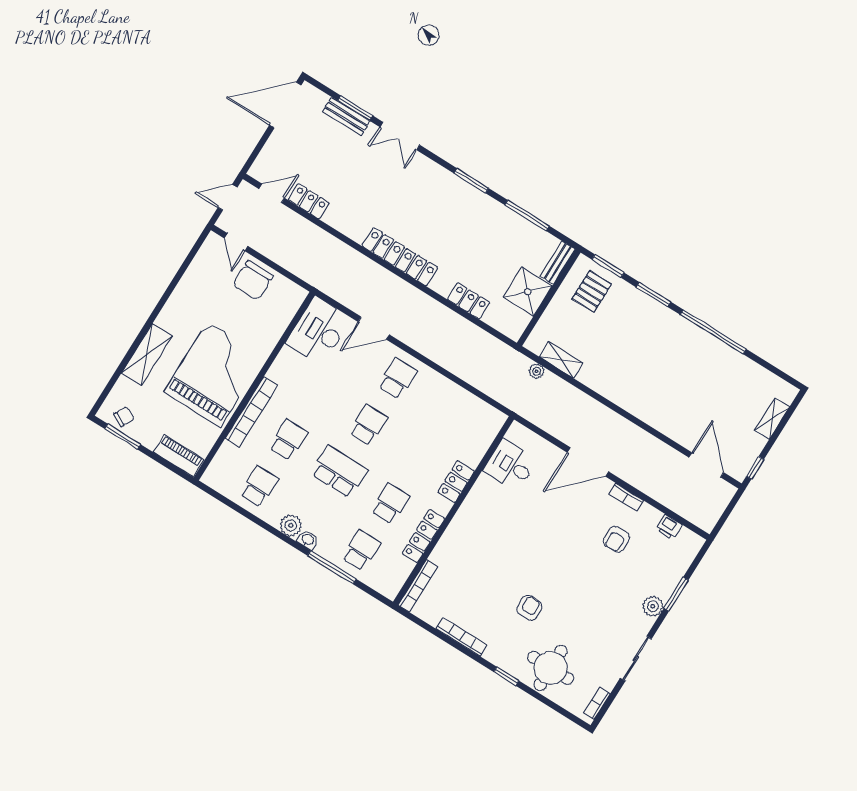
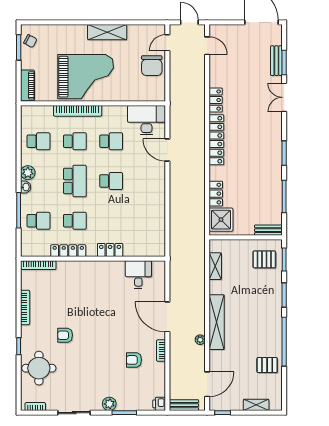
locker: (309, 201) -> (216, 100), moved
chair: (253, 280) -> (152, 66), turned -90
shower: (528, 292) -> (221, 220), moved
shelving: (147, 355) -> (107, 32), moved
plant: (537, 371) -> (200, 340), moved
pallet: (730, 373) -> (267, 365), added
school desk: (397, 378) -> (111, 141), moved
shelving: (634, 403) -> (217, 322), added
bench: (714, 511) -> (184, 405), added
printer: (669, 527) -> (159, 404), moved
armchair: (529, 608) -> (65, 335), turned 180

